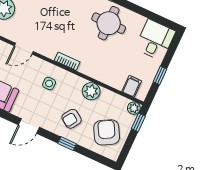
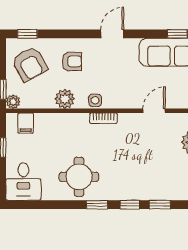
side table: (49, 83) -> (95, 100), moved
armchair: (72, 119) -> (72, 61), turned 56
window: (67, 144) -> (27, 34), moved

